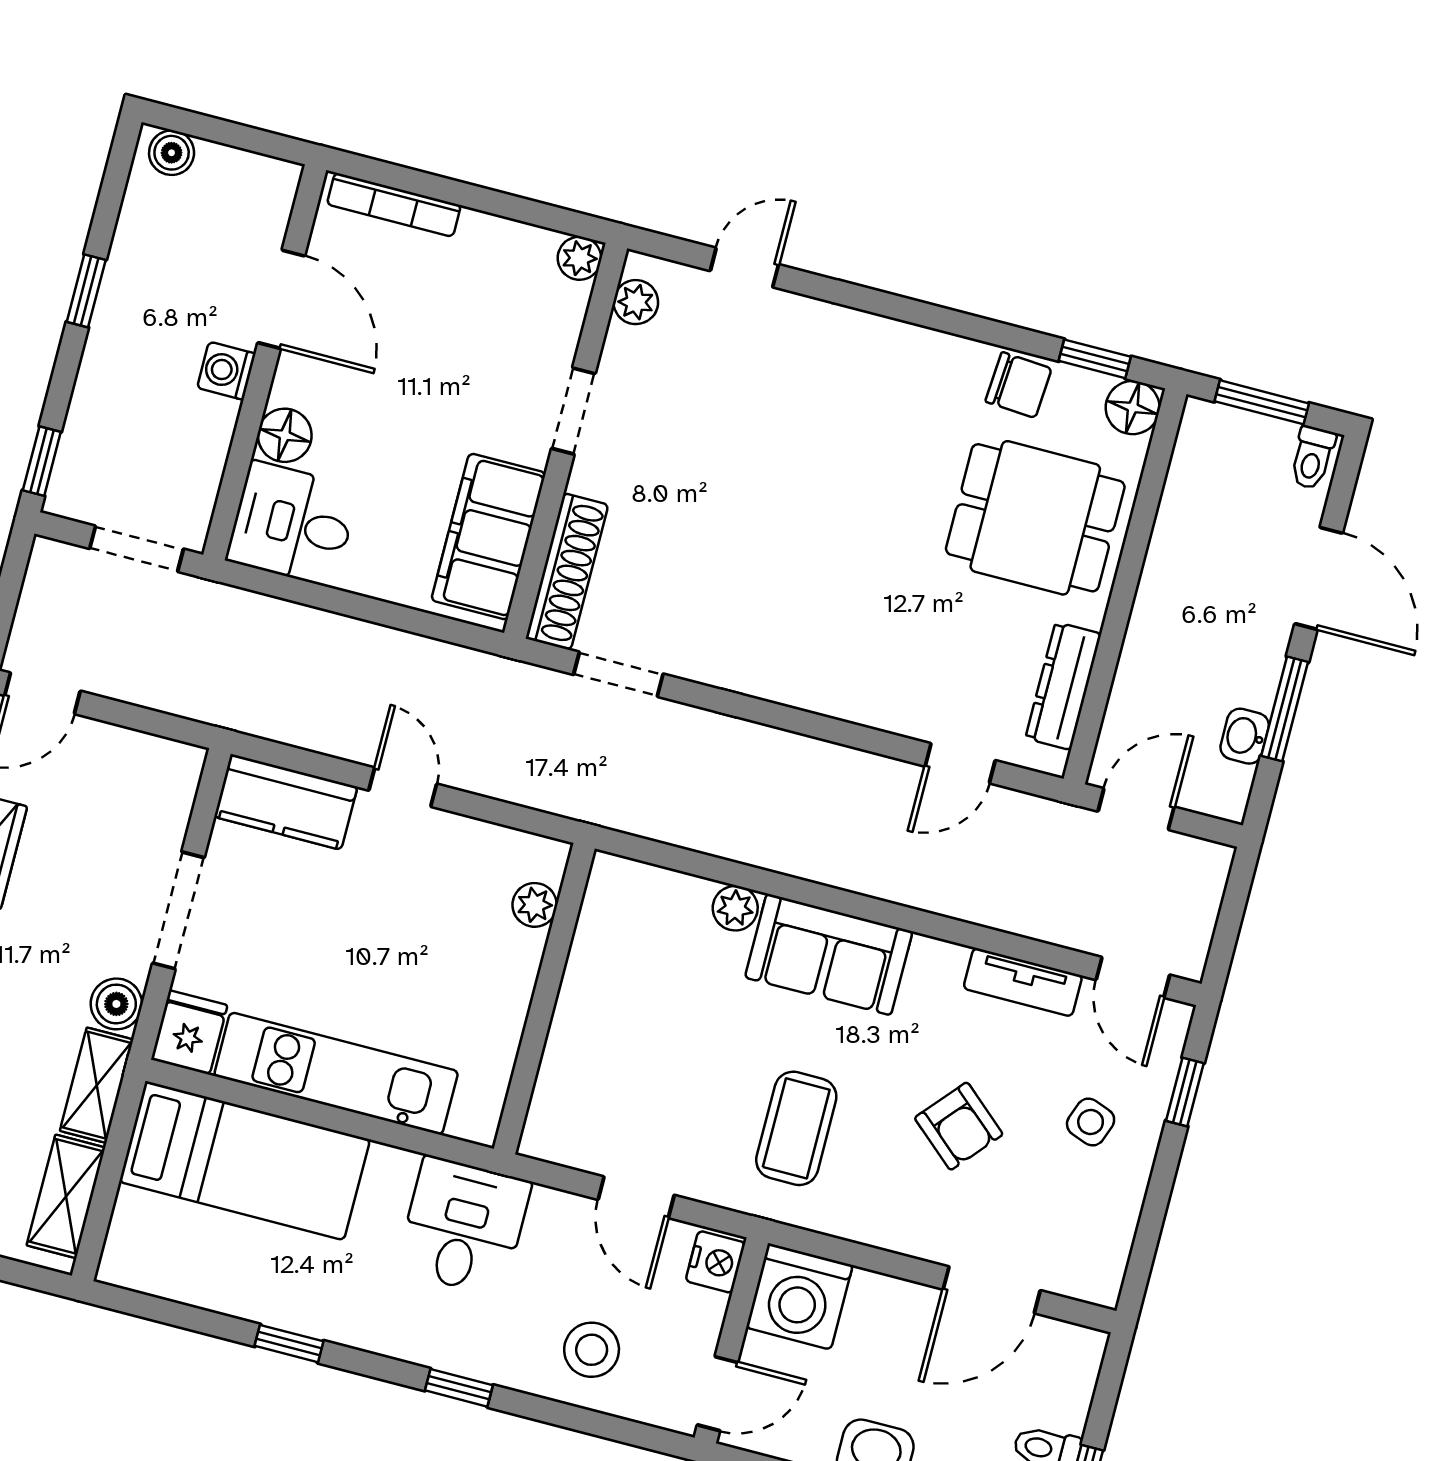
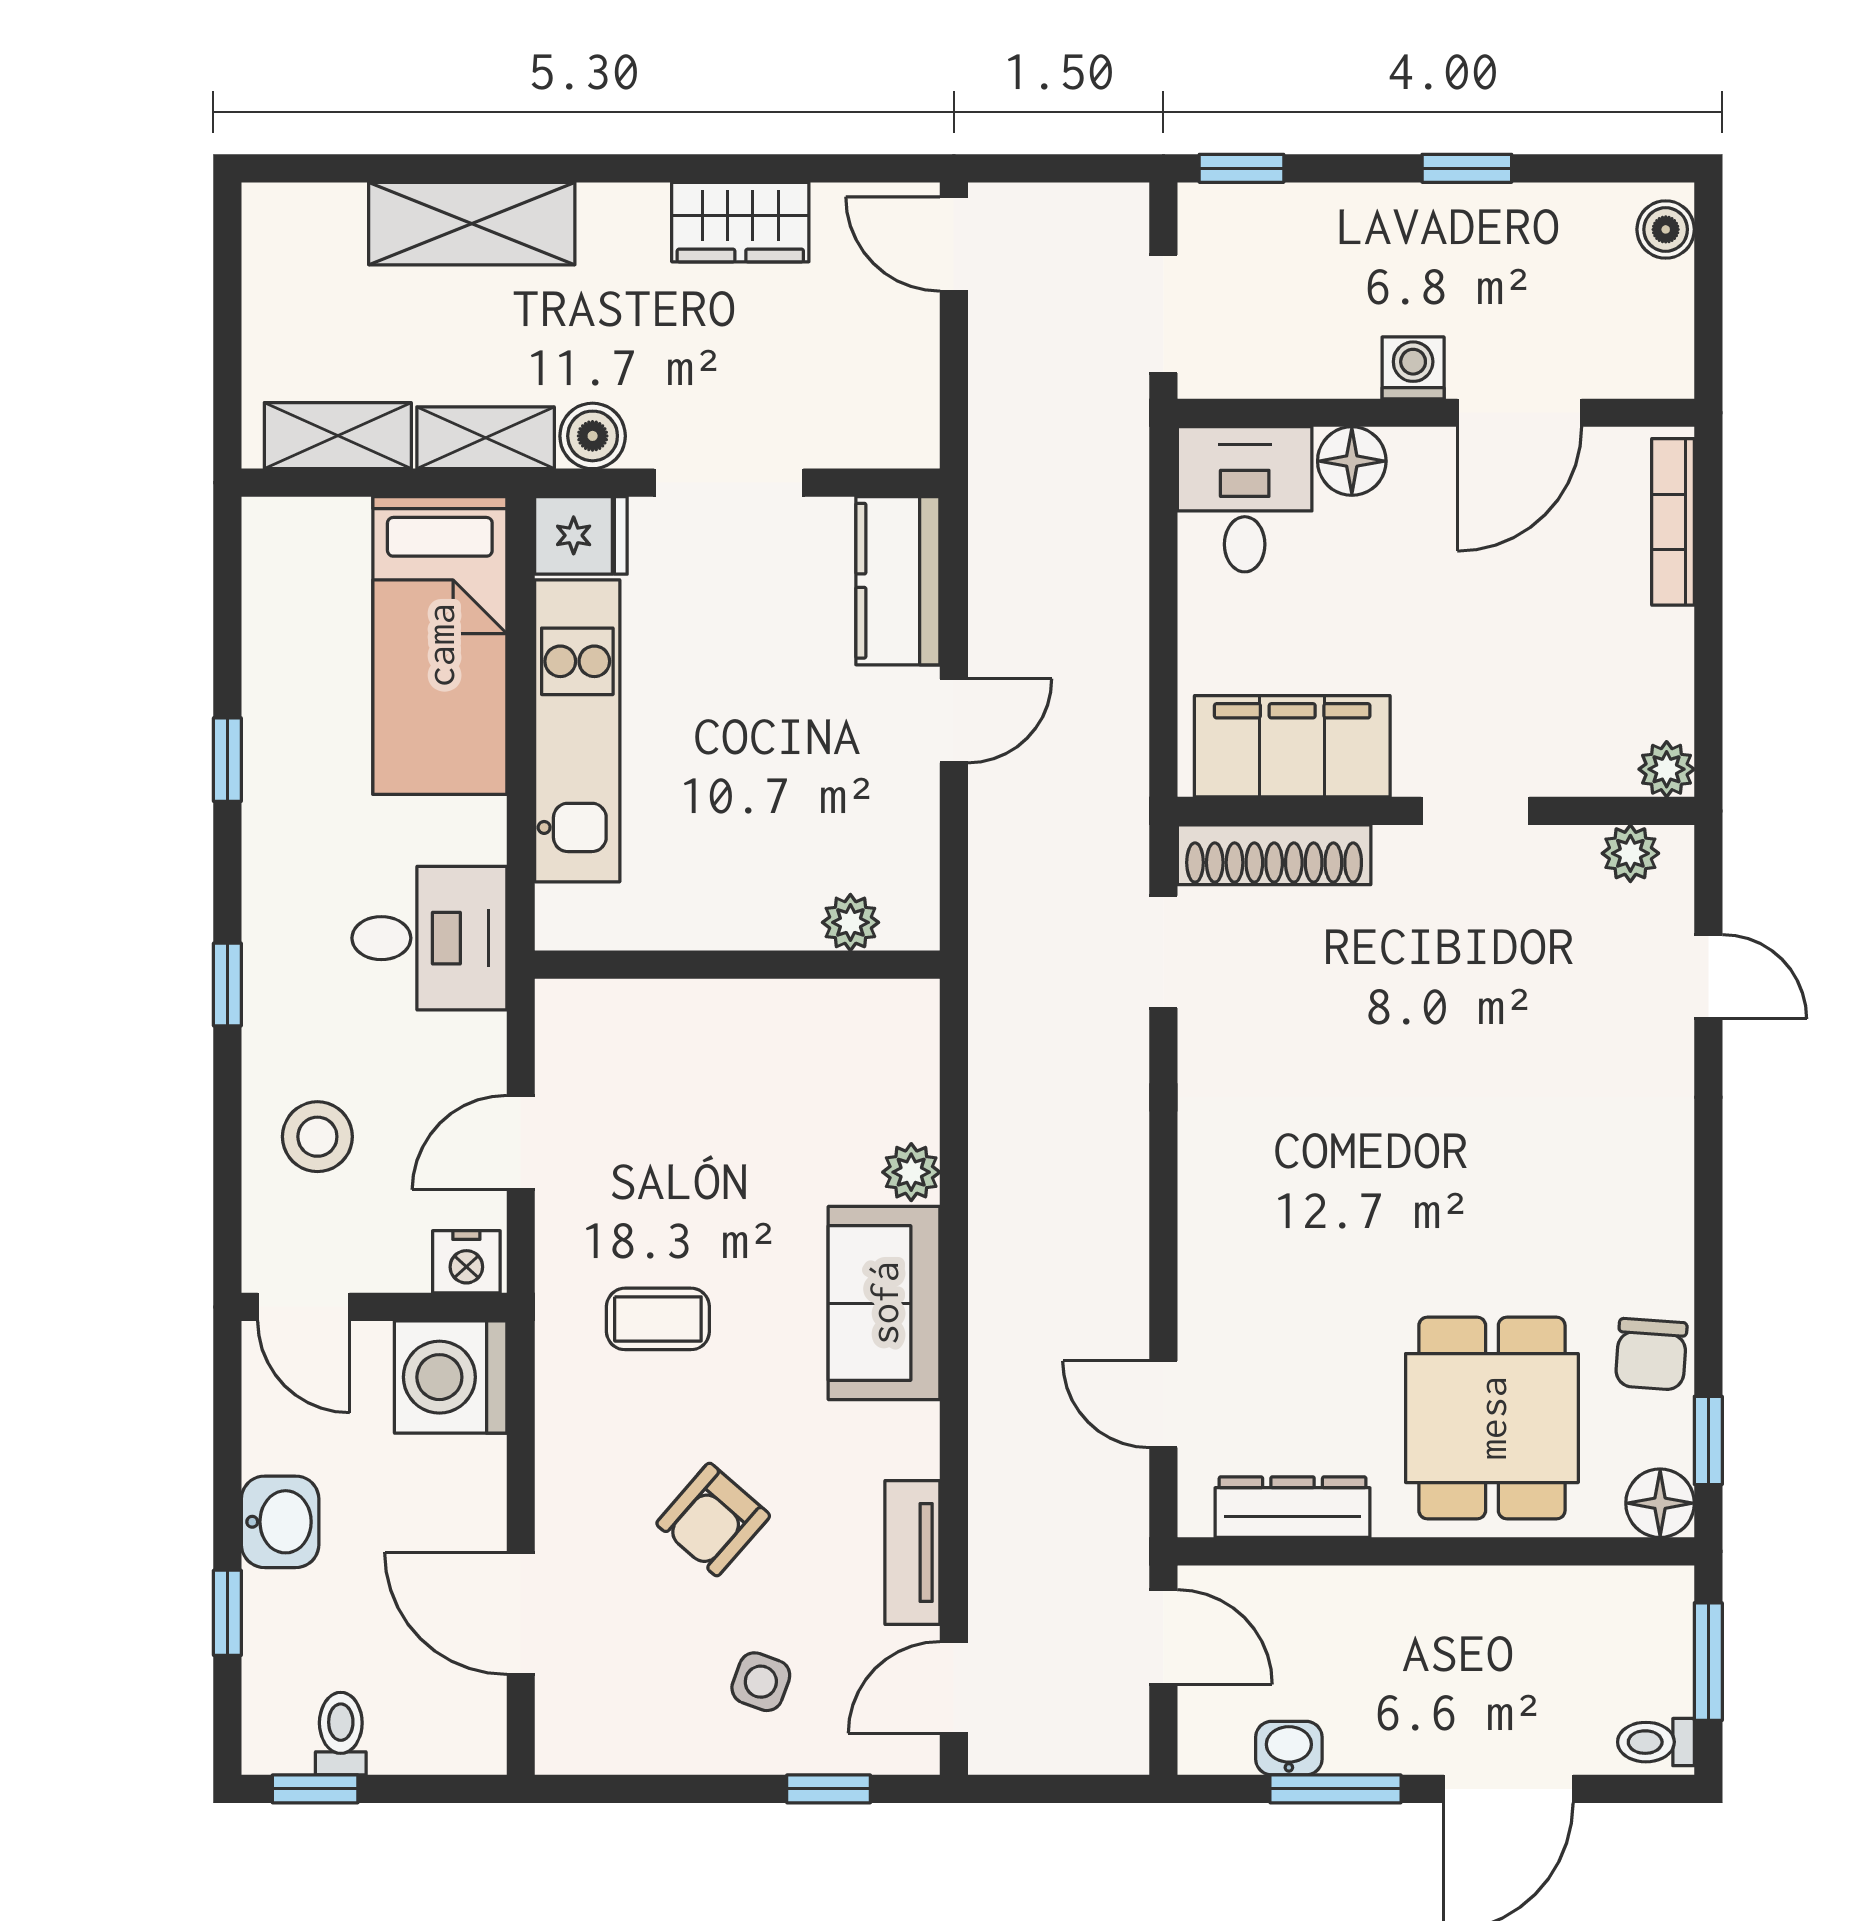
coffee table: (796, 1128) -> (658, 1319), width x0.73, depth x0.77

